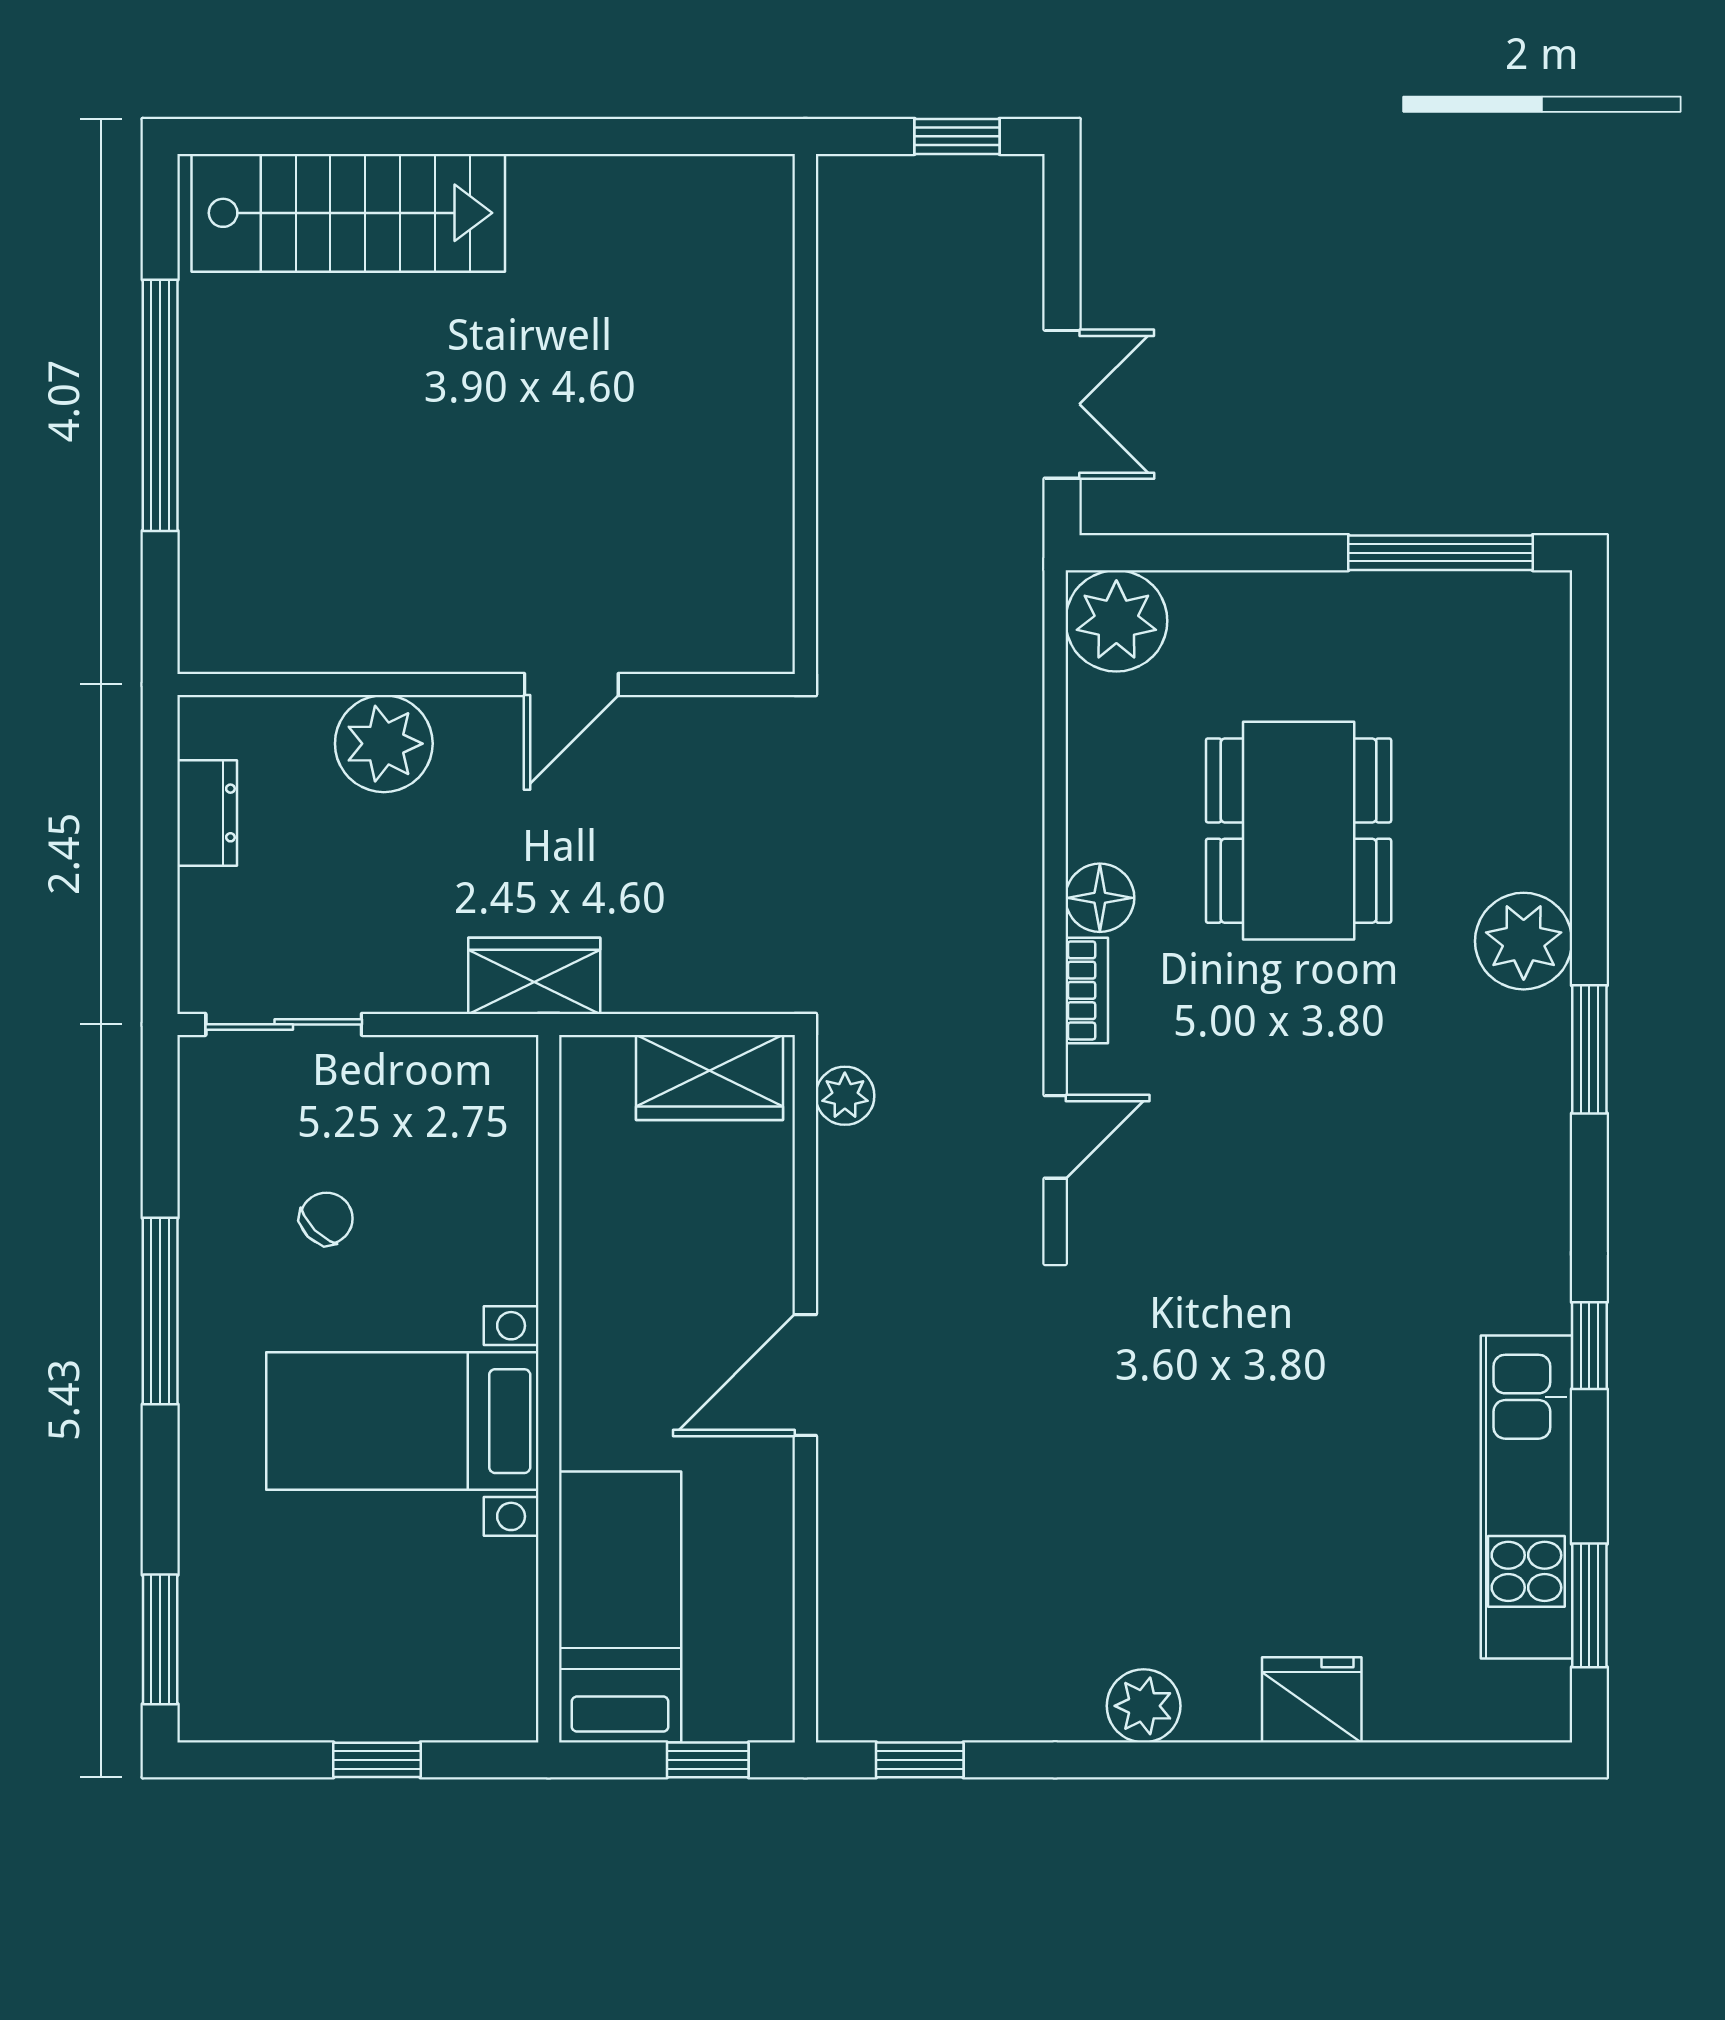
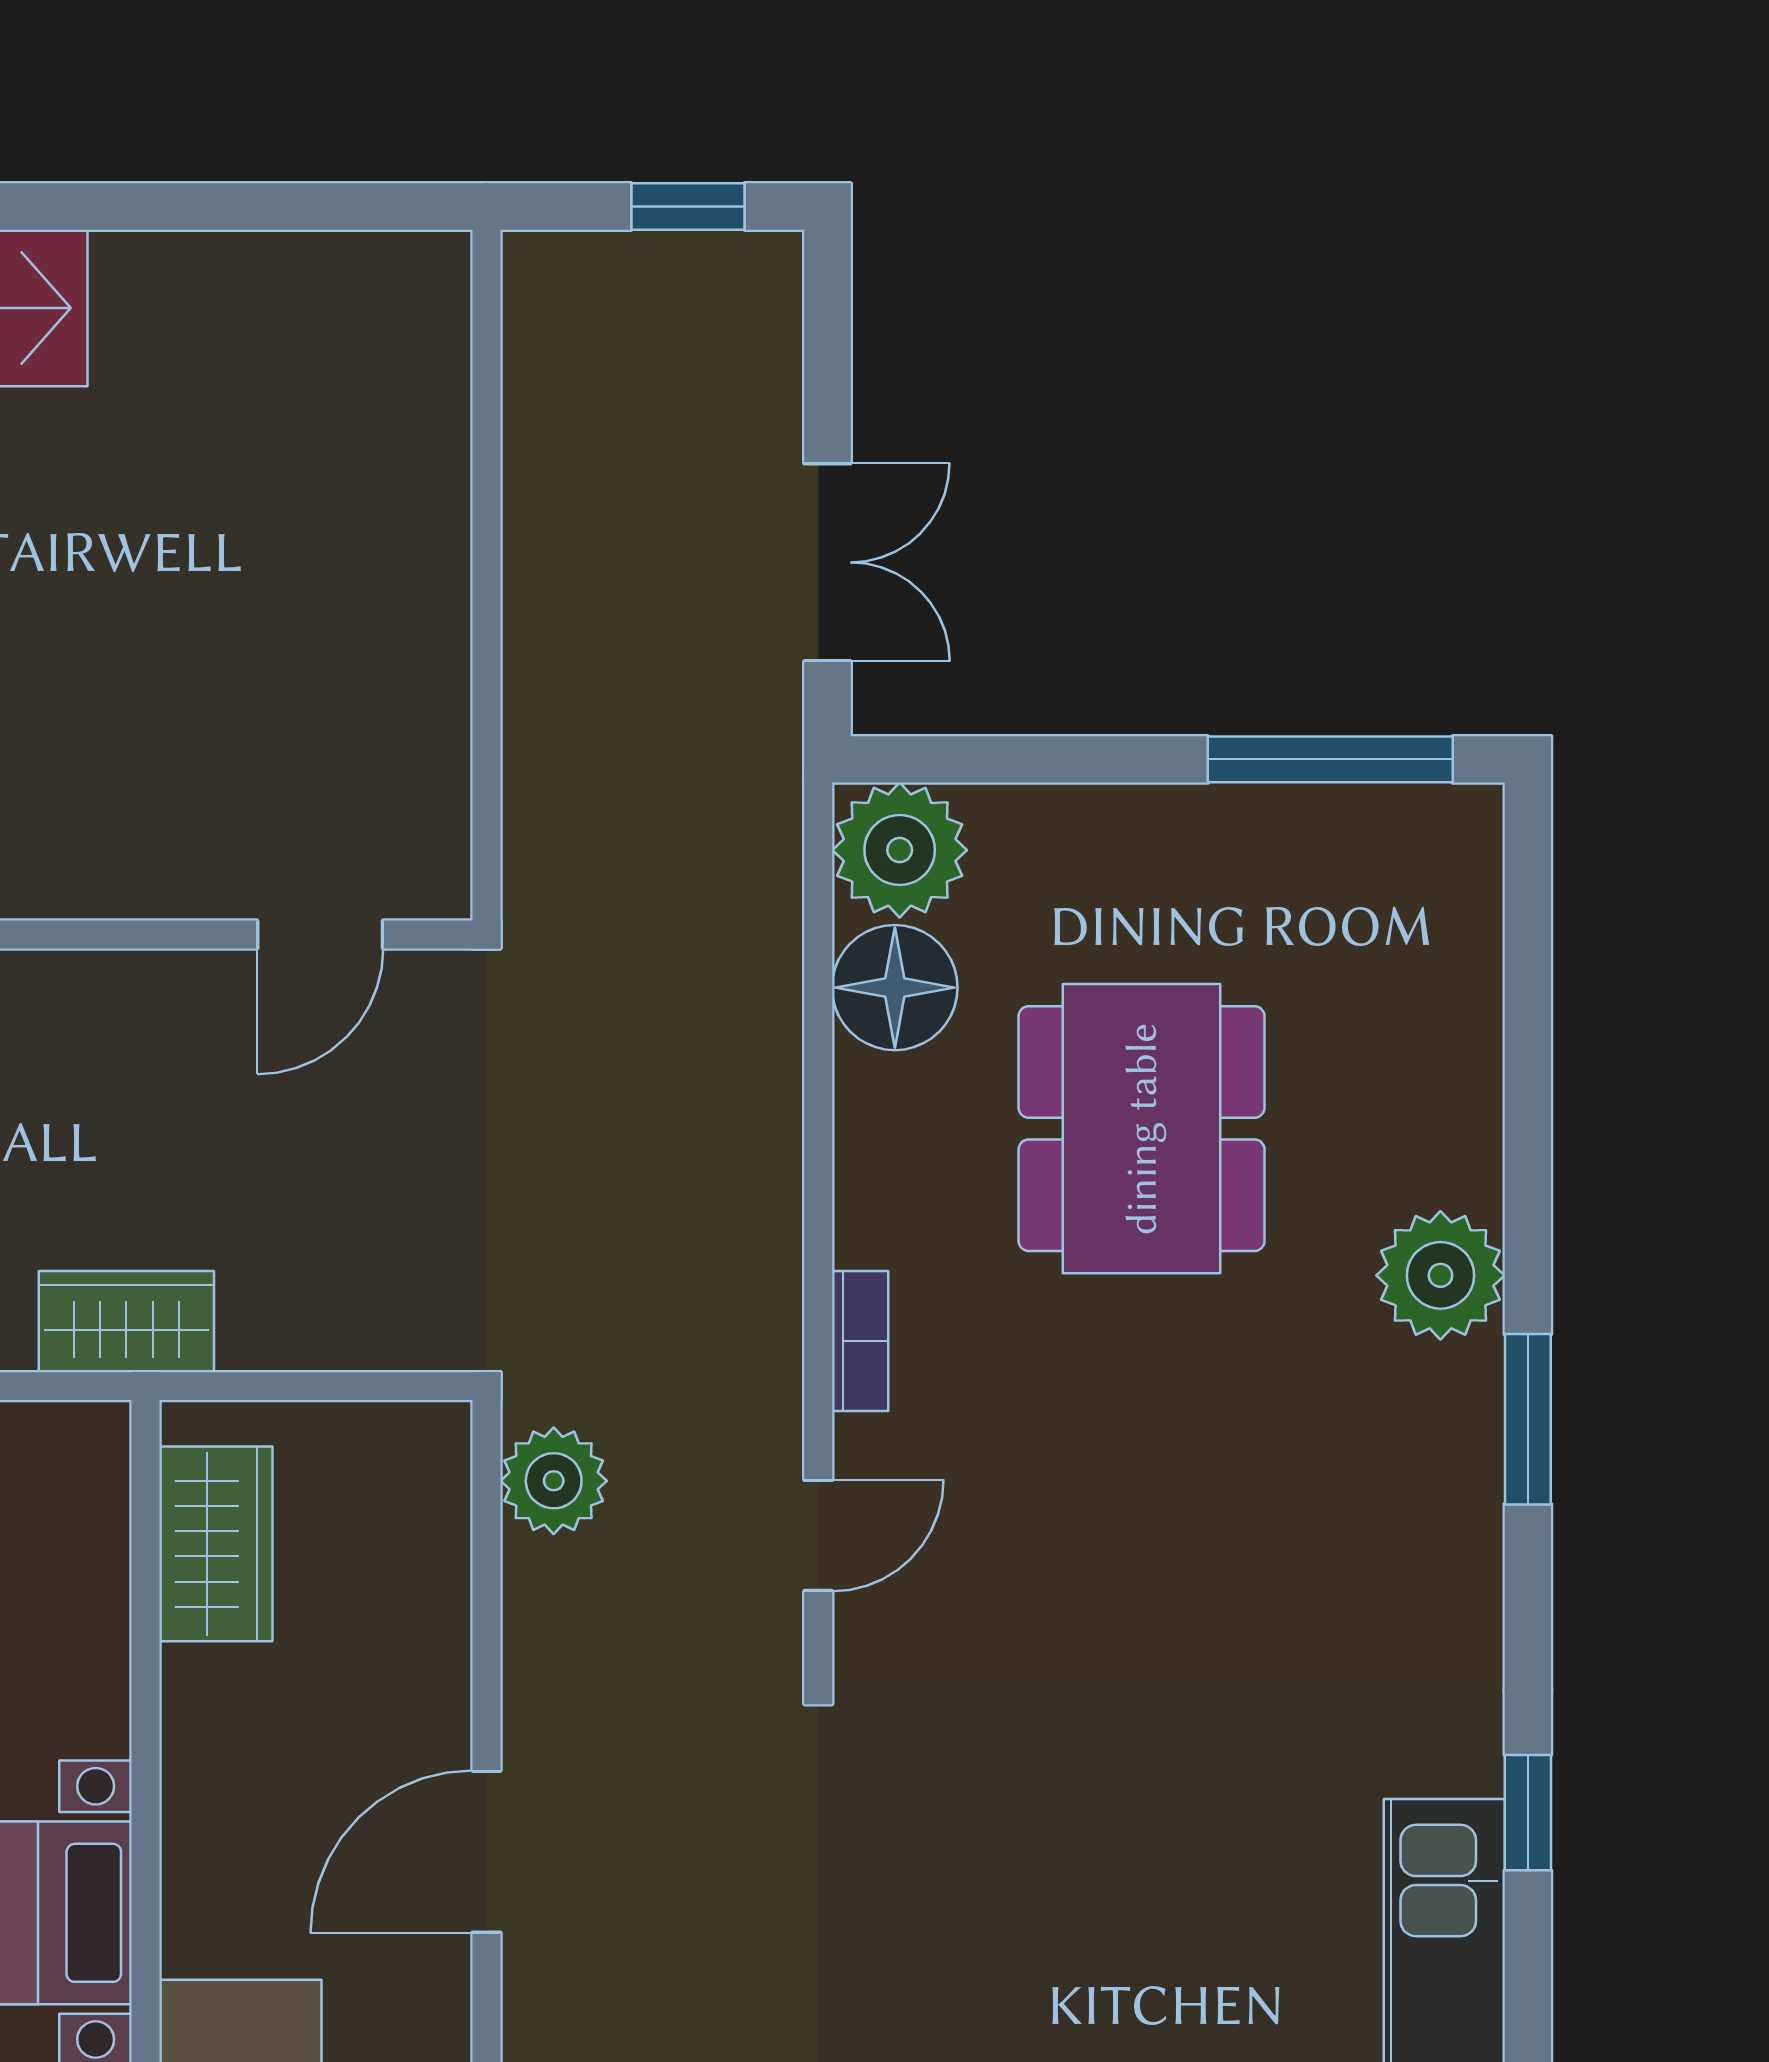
door: (571, 685) -> (320, 935), moved
floor lamp: (1100, 898) -> (895, 988), moved, width x1.38, depth x1.38
wardrobe: (710, 1077) -> (216, 1544), moved, turned -90
plant: (845, 1096) -> (554, 1481), width x1.38, depth x1.38

